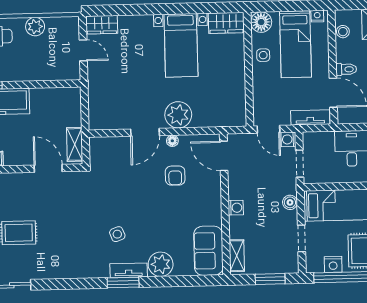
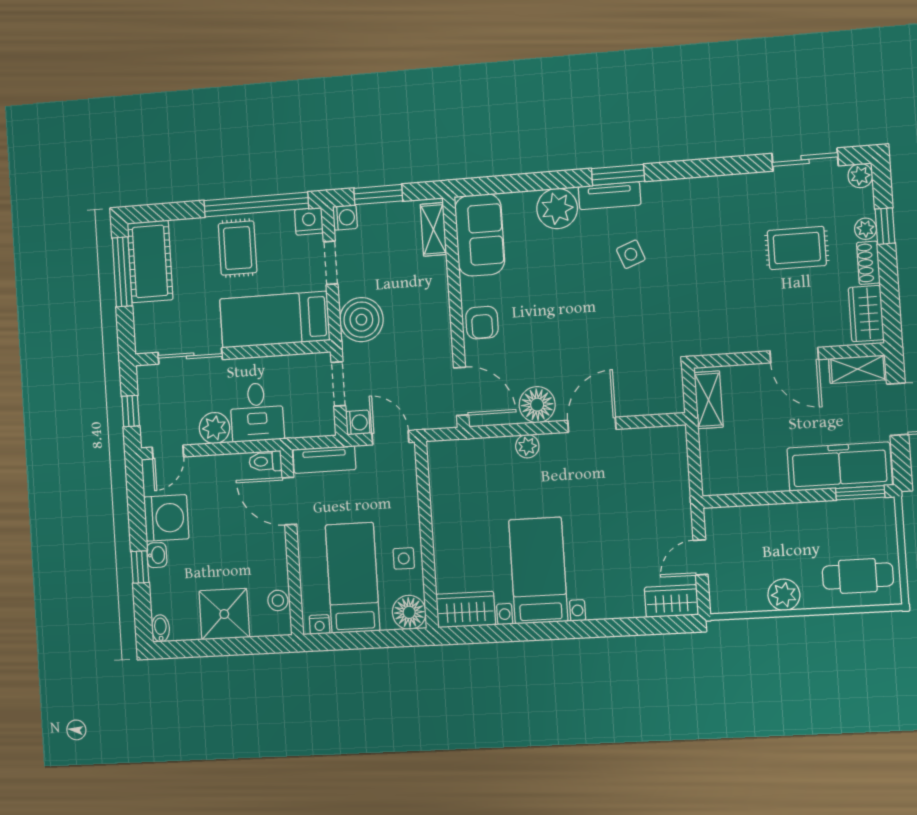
door: (83, 50) -> (701, 557), hinge flipped
toilet: (346, 69) -> (265, 461), moved
plant: (178, 115) -> (527, 446), width x0.53, depth x0.53
floor lamp: (172, 141) -> (537, 405), width x1.89, depth x1.89
door: (48, 168) -> (794, 355), moved
armchair: (175, 176) -> (482, 323), moved, turned 180
boiler: (290, 202) -> (361, 320), width x1.86, depth x1.86
washing machine: (236, 208) -> (345, 217), moved, turned 180
nightstand: (333, 264) -> (309, 221), moved

